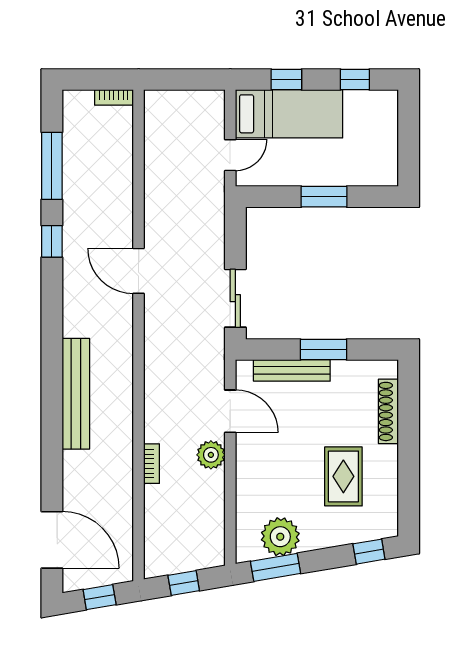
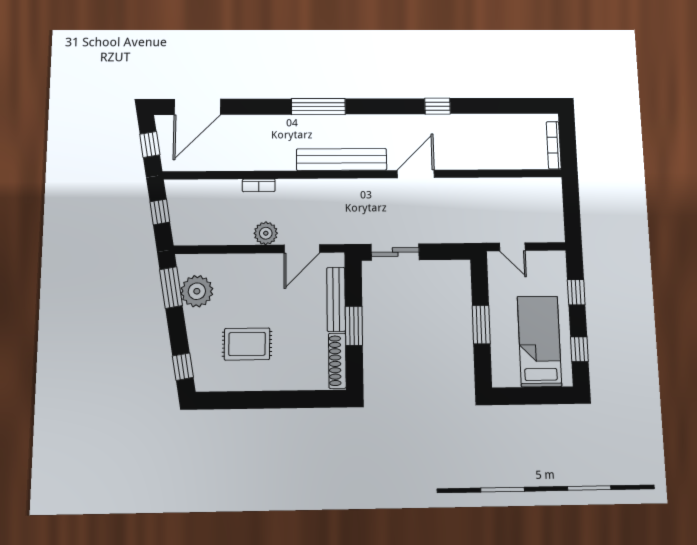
bookcase: (114, 97) -> (554, 145), width x1.56
bed: (289, 114) -> (539, 341), moved, turned 180
window: (52, 166) -> (318, 107), moved
bench: (76, 394) -> (342, 159), moved
shoe rack: (388, 411) -> (337, 361), moved, turned -90

